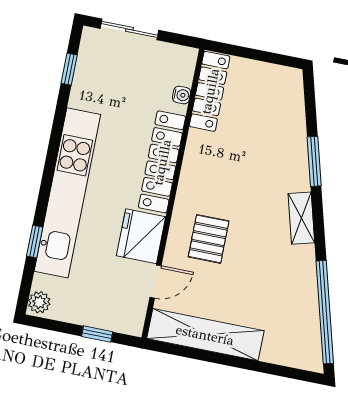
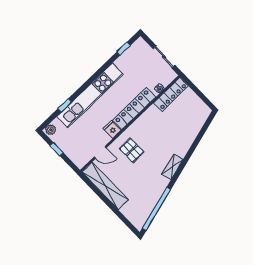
sliding door: (129, 29) -> (164, 57), moved
window: (314, 161) -> (192, 149), removed
fridge: (141, 236) -> (112, 129), width x0.53, depth x0.75
pallet: (209, 239) -> (132, 150), turned 90
window: (97, 334) -> (57, 149), moved

